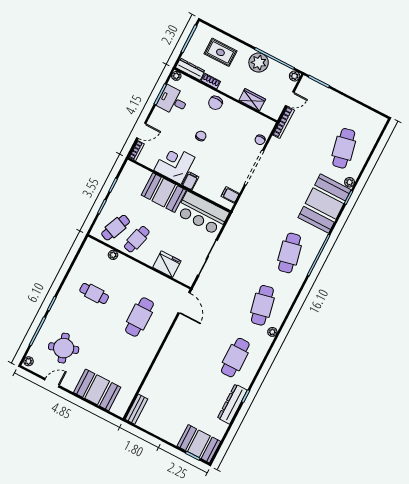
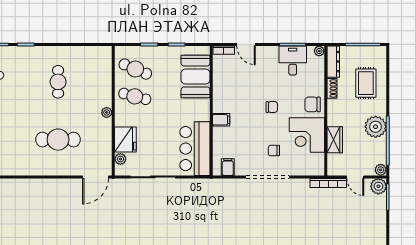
plant: (307, 84) -> (378, 186), added
chair: (260, 140) -> (274, 150), moved
corner desk: (174, 164) -> (307, 135), moved, turned 180
booth: (164, 193) -> (196, 76), moved
plant: (113, 255) -> (107, 112), moved
plant: (180, 276) -> (120, 159), added

